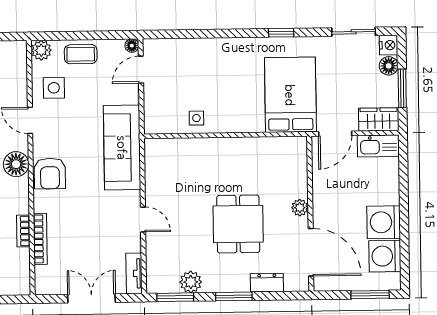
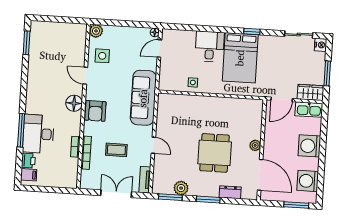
coffee table: (81, 54) -> (116, 150), moved
desk: (218, 61) -> (210, 46), added
floor lamp: (389, 66) -> (320, 58), removed
bed: (290, 95) -> (240, 58), moved, turned 180
washing machine: (384, 222) -> (309, 146), moved

